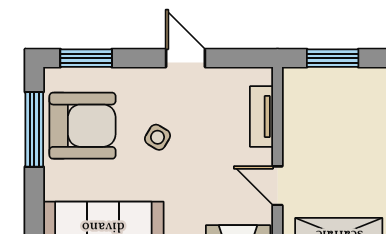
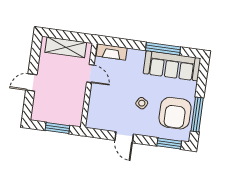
tv unit: (261, 116) -> (93, 106), removed
armchair: (82, 126) -> (175, 113), turned -90

